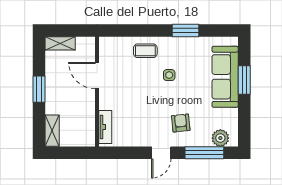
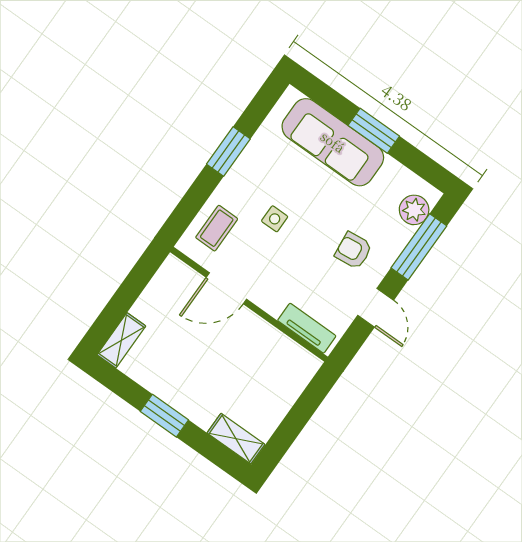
door: (97, 76) -> (226, 288), moved
window: (244, 80) -> (374, 131), moved
wall: (97, 92) -> (249, 304), moved
tv unit: (105, 127) -> (307, 328), moved

